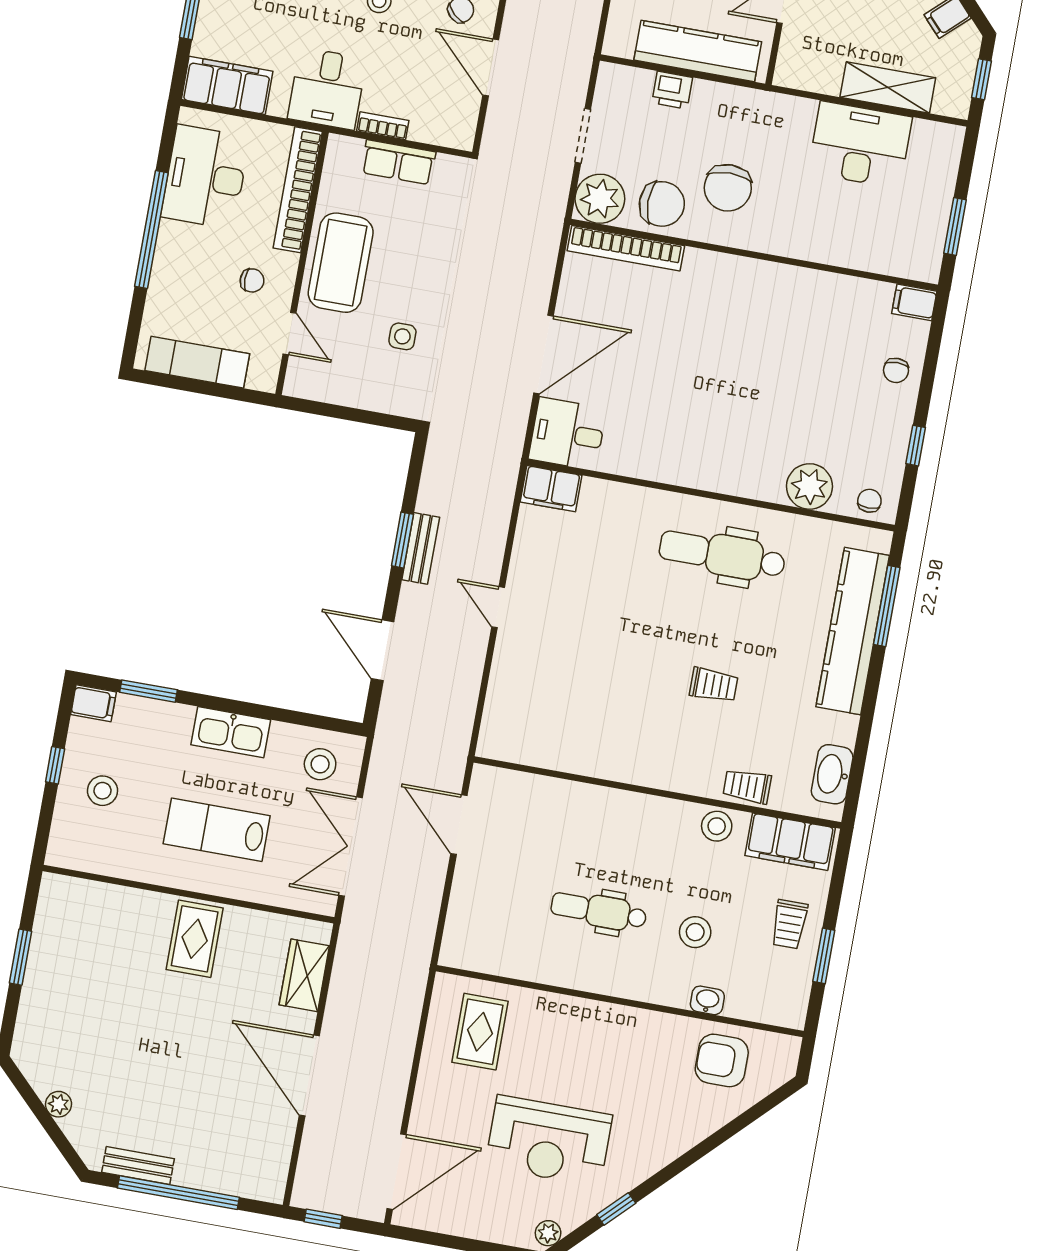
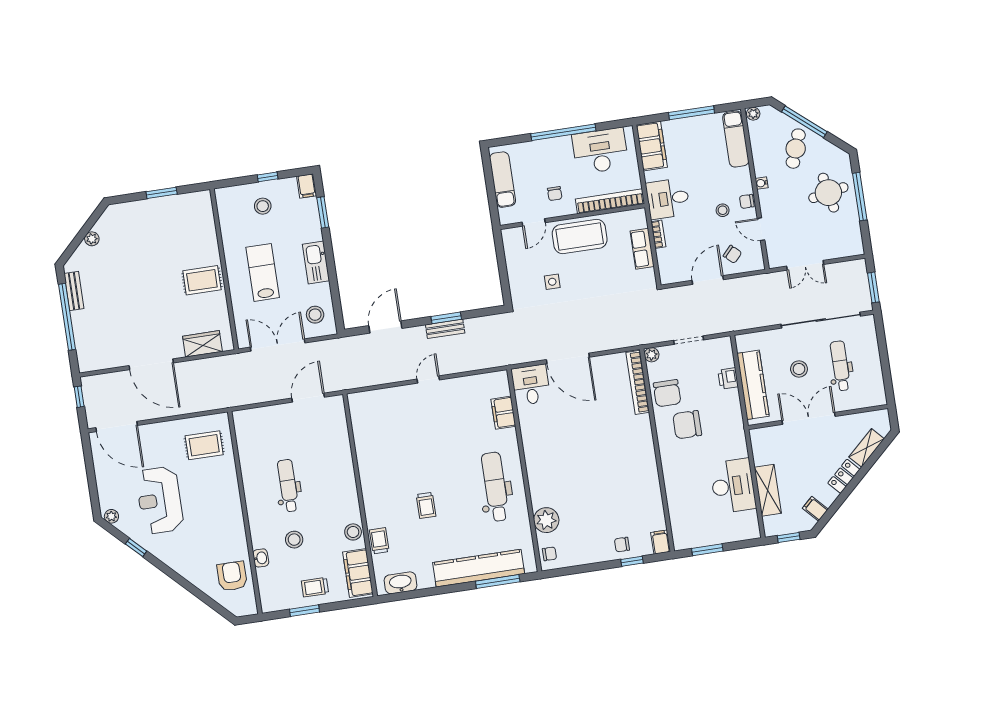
plant: (600, 199) -> (652, 355), width x0.53, depth x0.53
window: (916, 446) -> (632, 561), moved
filing cabinet: (551, 489) -> (503, 413), moved
door: (309, 1076) -> (151, 364), swing flipped

